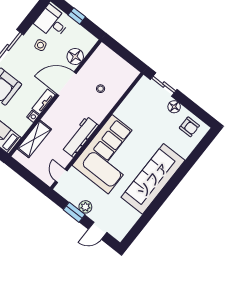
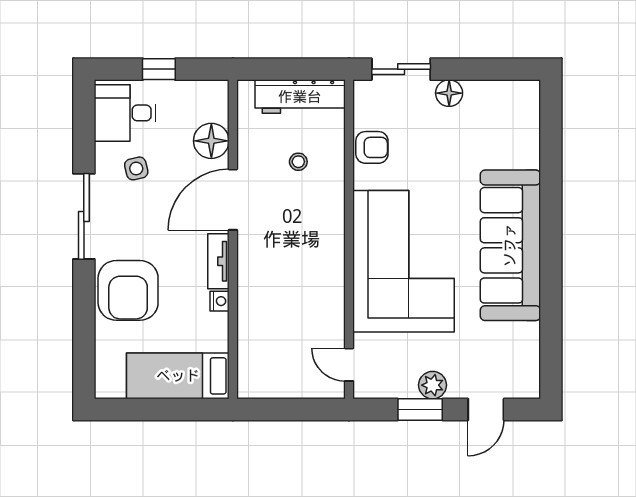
armchair: (189, 127) -> (372, 147), moved
workbench: (80, 137) -> (300, 97), moved, turned -90
shelving: (34, 139) -> (253, 338), removed

